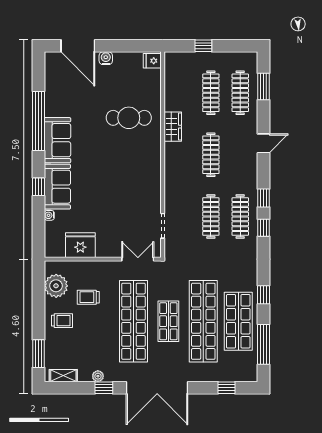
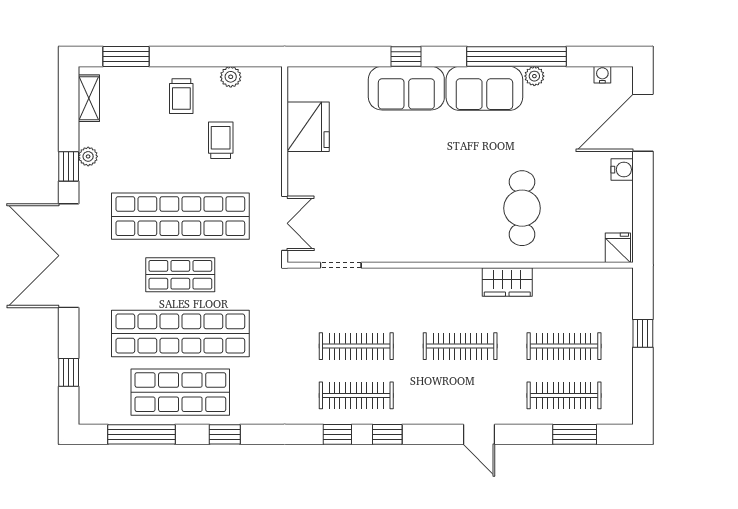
plant: (50, 110) -> (534, 76), added
water cooler: (49, 215) -> (602, 75), moved
plant: (56, 286) -> (231, 77), width x0.53, depth x0.53

